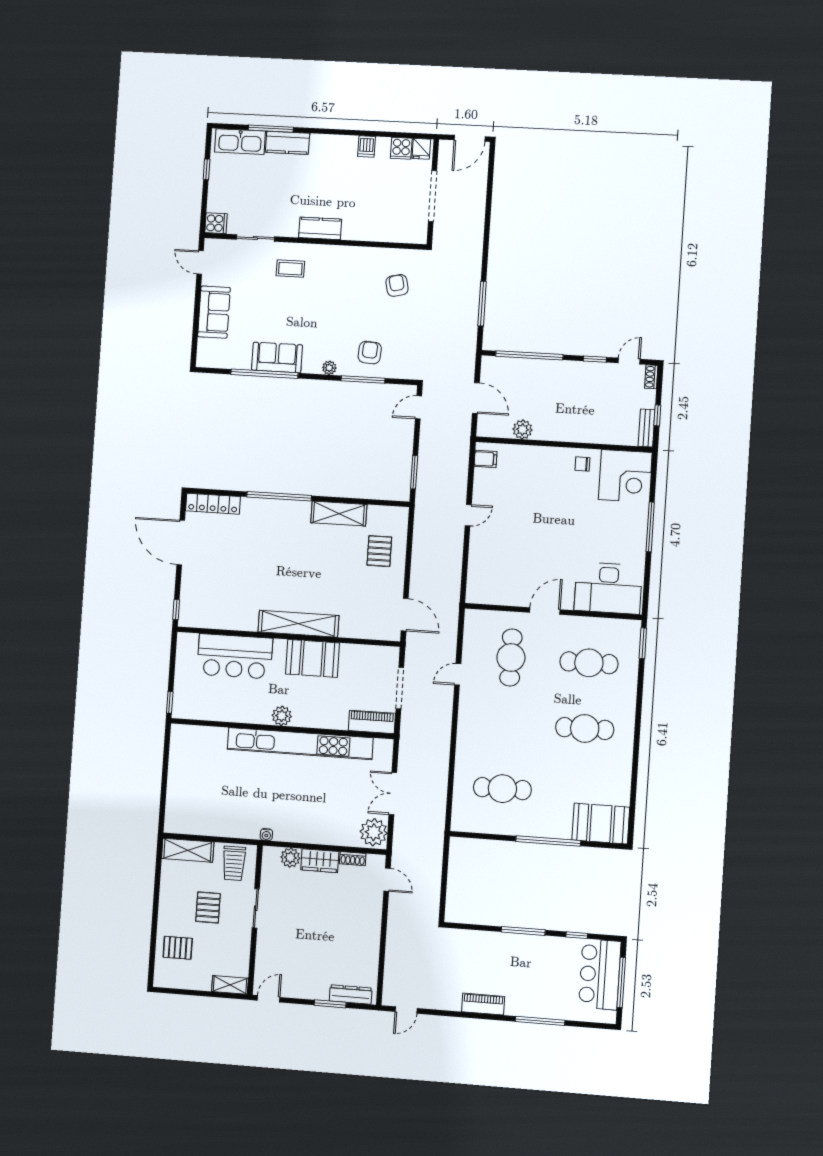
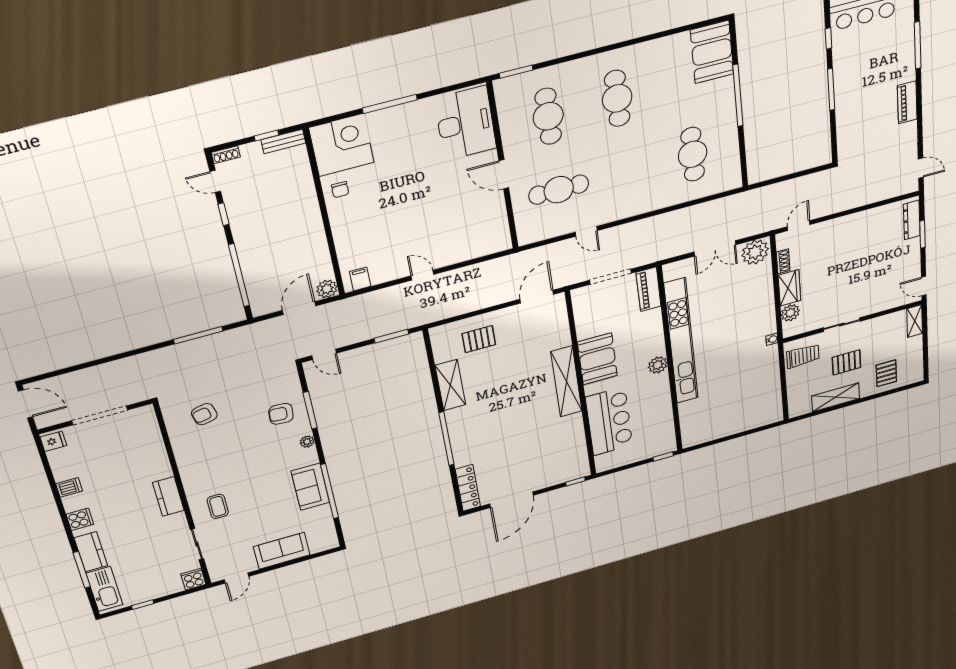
cooker: (401, 148) -> (80, 519), moved
plant: (522, 429) -> (327, 289), moved
shelving: (188, 850) -> (836, 397), moved, turned 90

